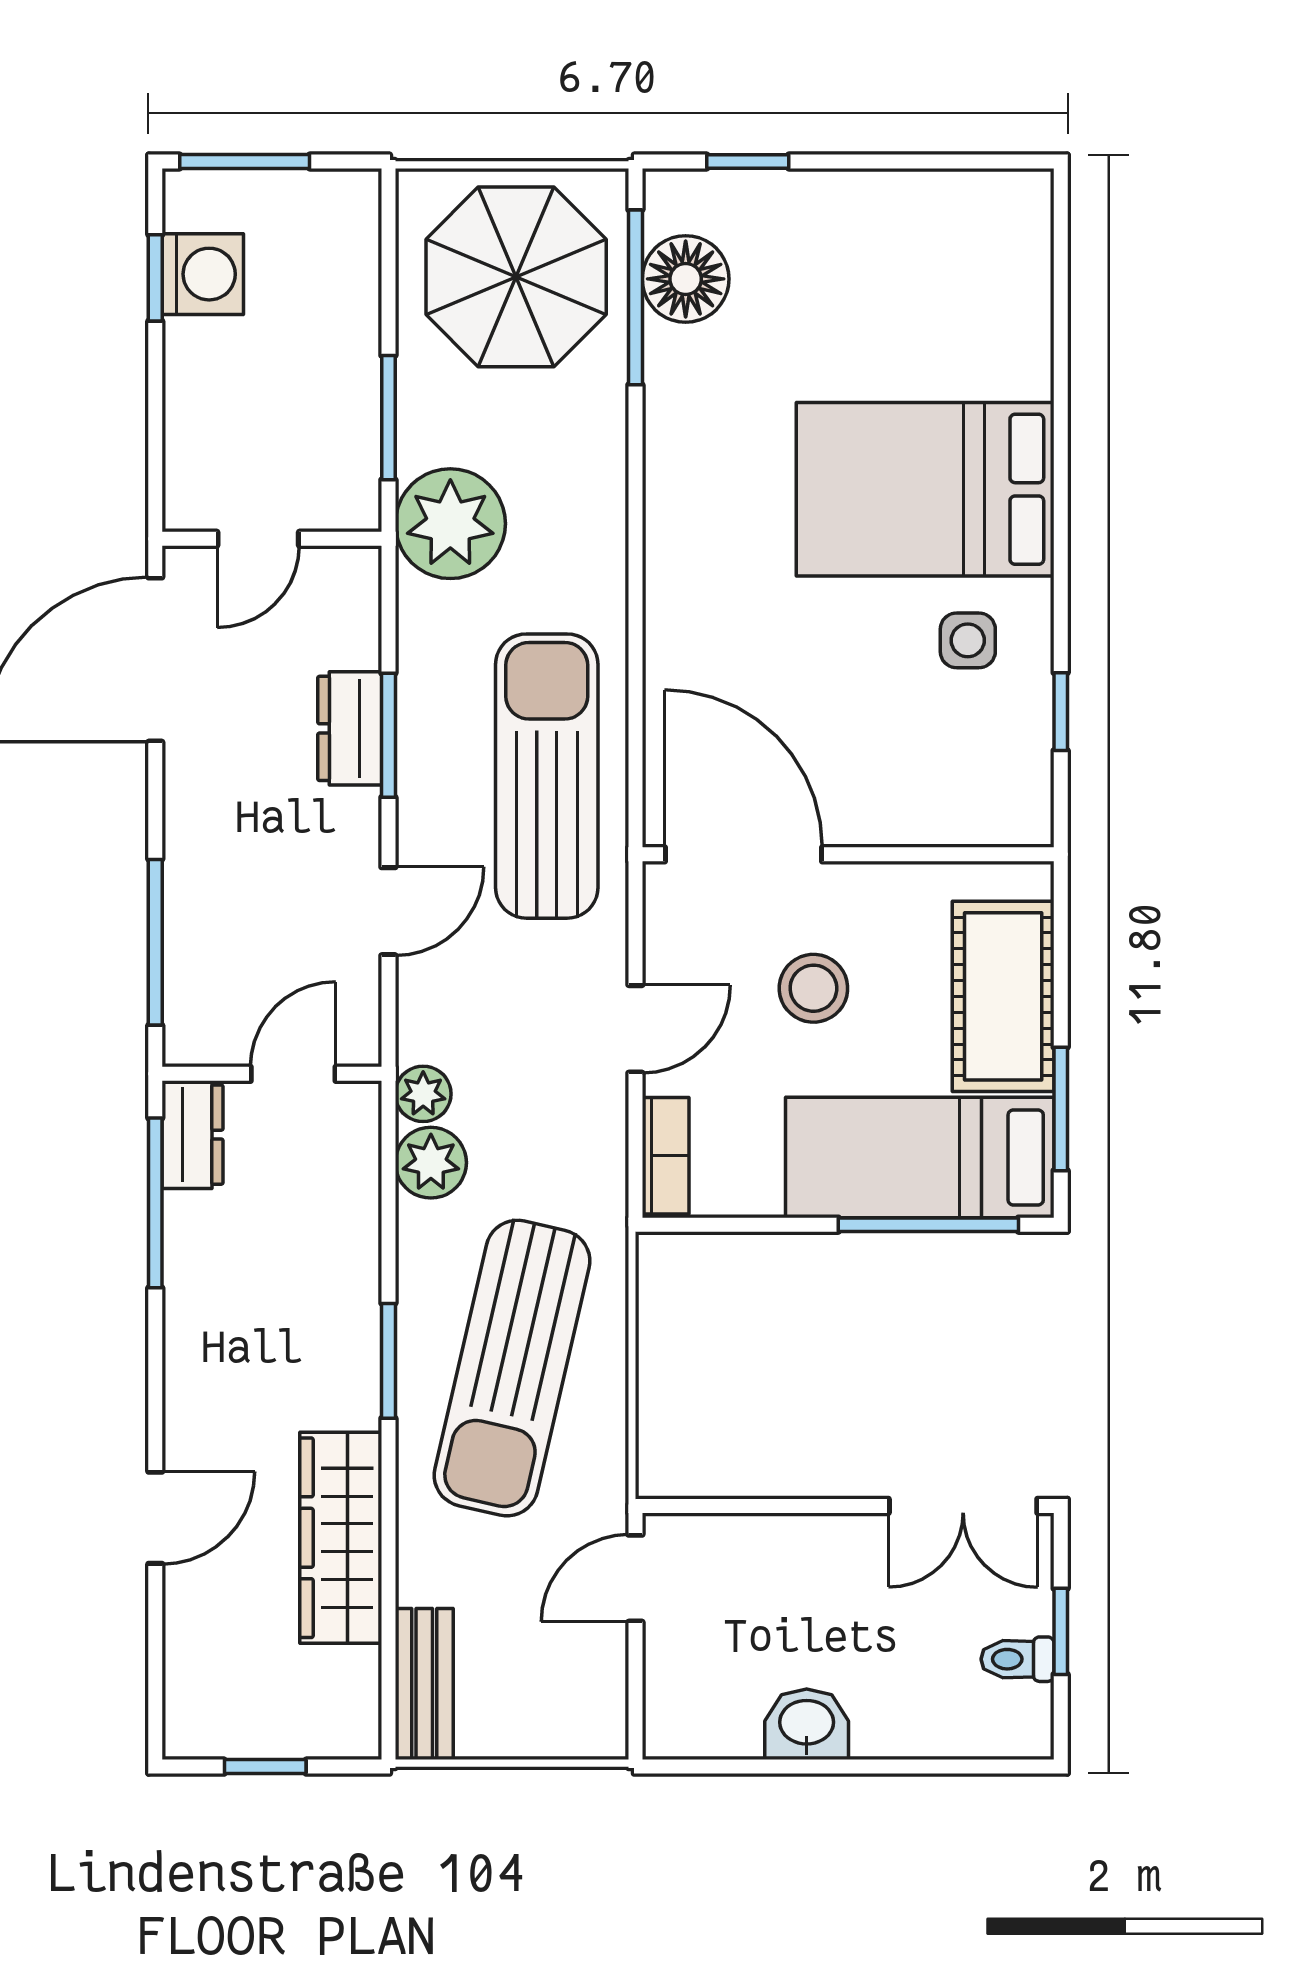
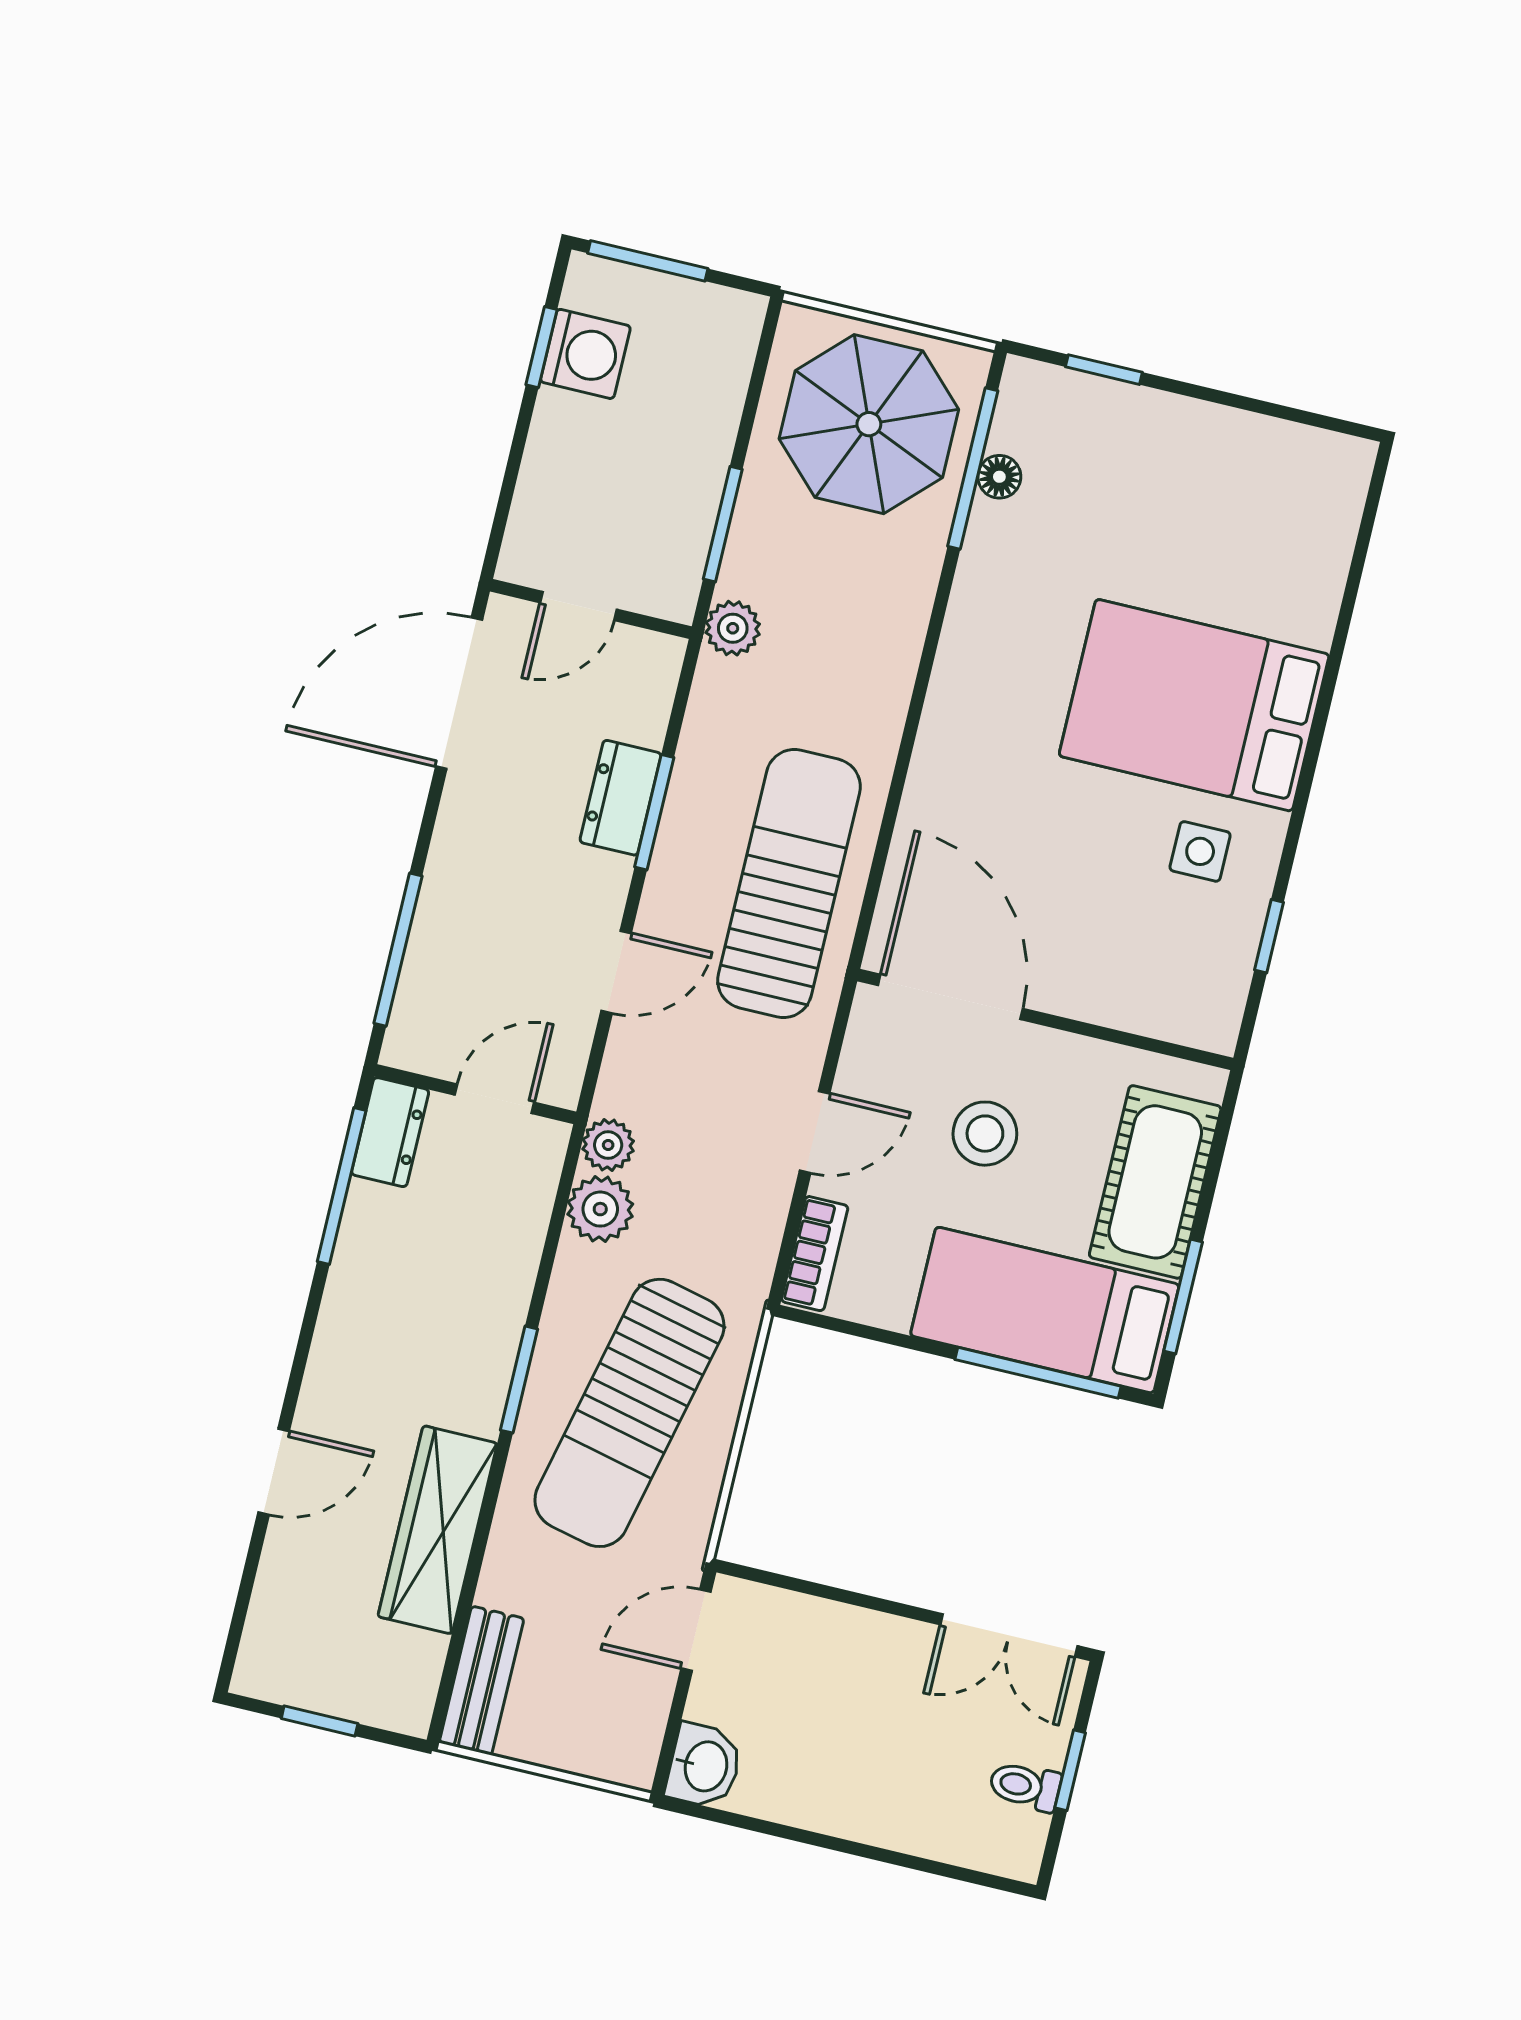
floor lamp: (686, 279) -> (999, 477), width x0.53, depth x0.53
plant: (450, 524) -> (733, 628), width x0.53, depth x0.53
washbasin: (807, 1724) -> (704, 1766), moved, turned 90

